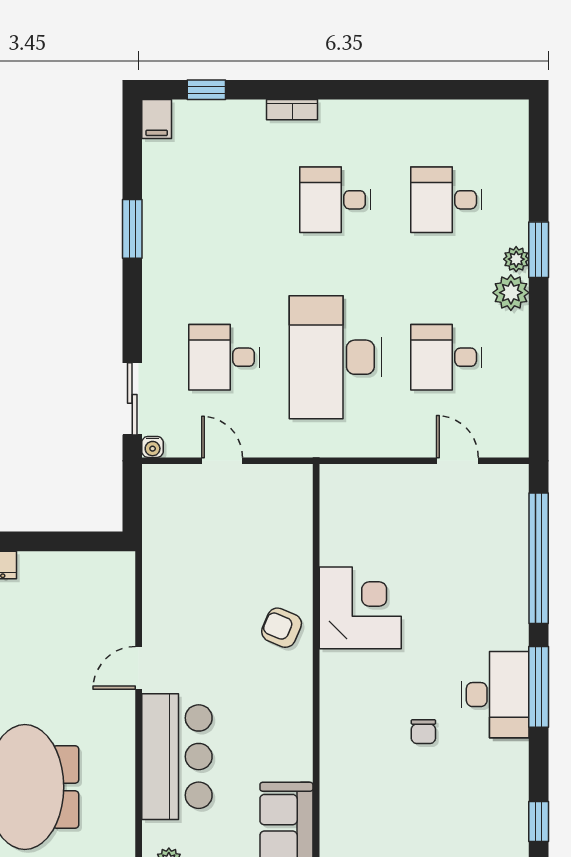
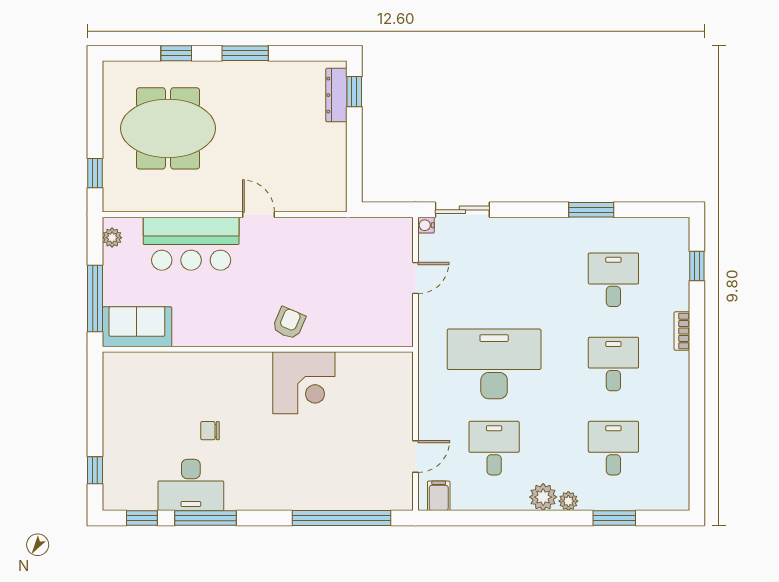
filing cabinet: (157, 119) -> (439, 496), moved, turned 90
window: (539, 250) -> (614, 518), moved
desk: (224, 357) -> (613, 280), moved
window: (539, 687) -> (206, 518), moved
desk: (495, 695) -> (191, 485), moved

